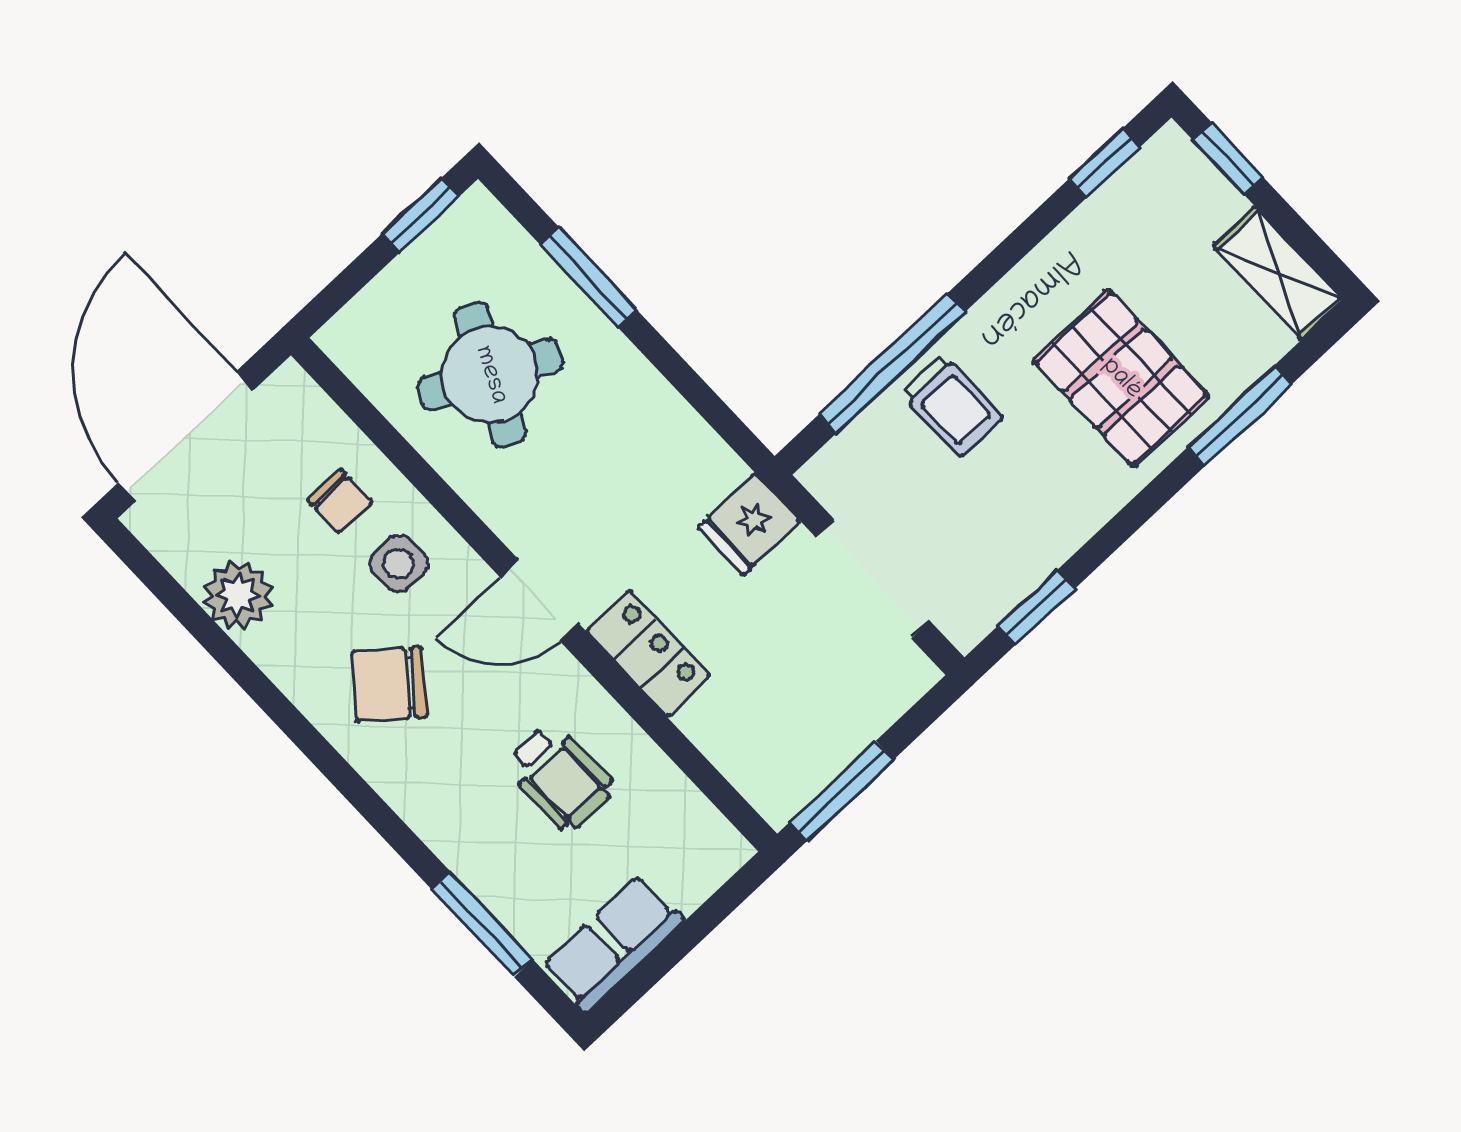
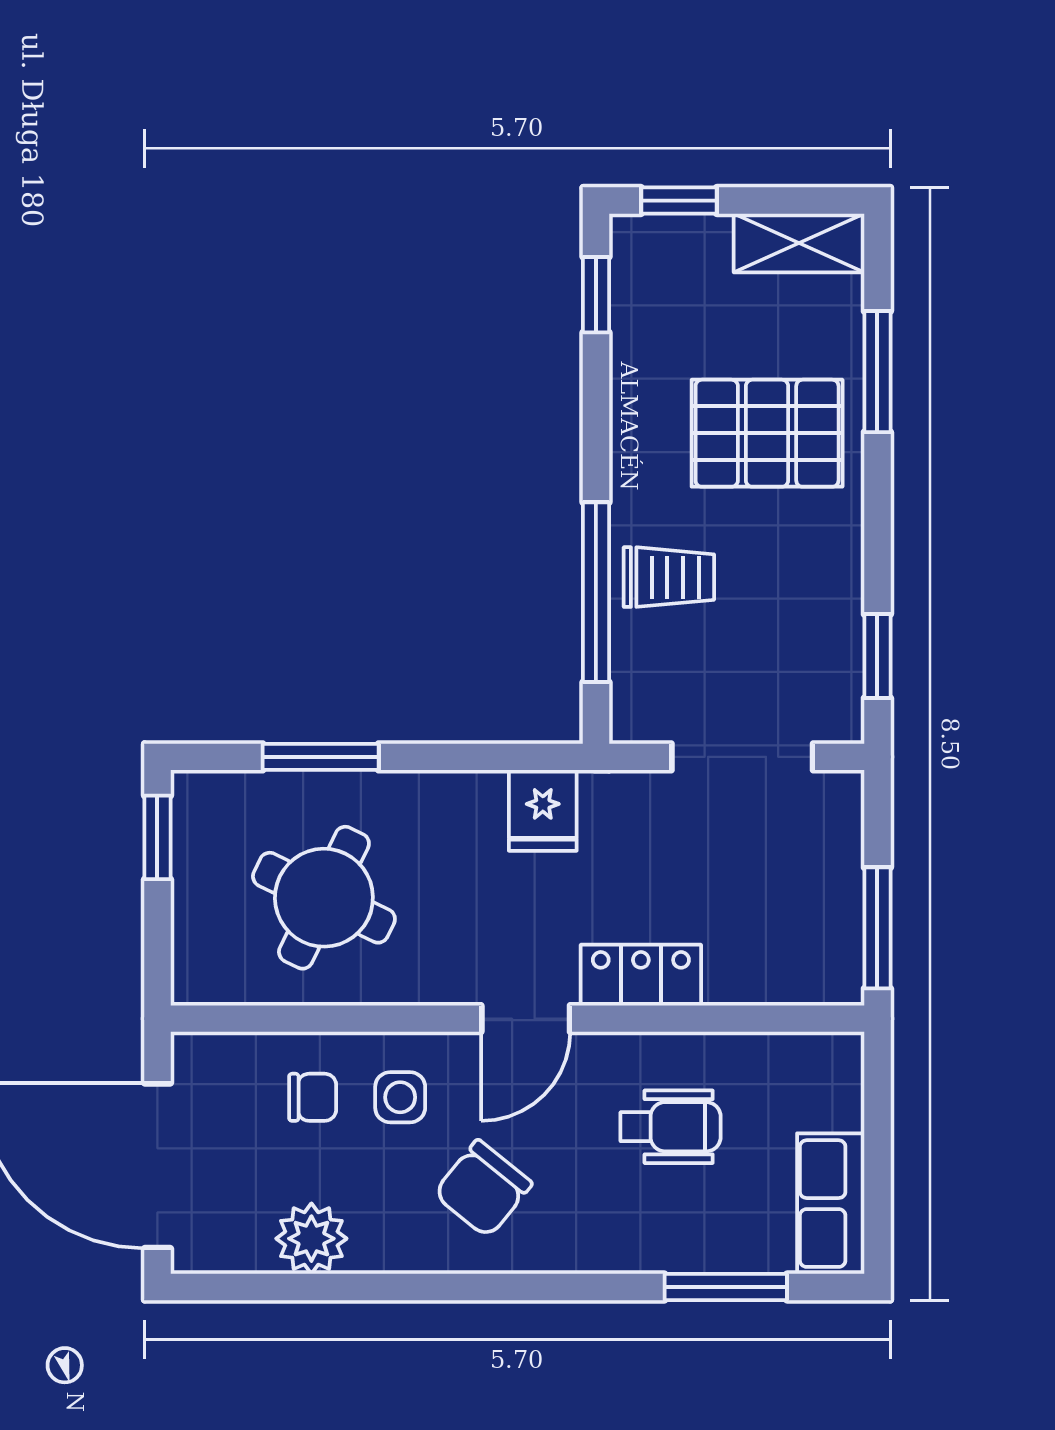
fridge: (749, 524) -> (543, 810), moved

